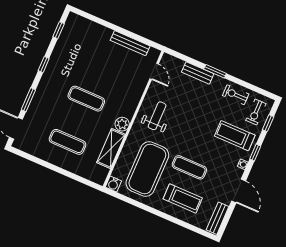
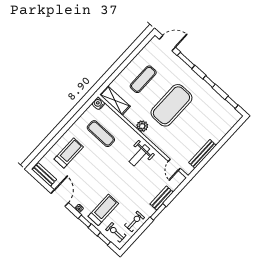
door: (154, 71) -> (174, 165), hinge flipped
exercise mat: (86, 99) -> (171, 105), width x2.00, depth x1.45
weight bench: (157, 116) -> (139, 155), turned 90
shelving: (111, 149) -> (115, 101), moved
exercise mat: (189, 167) -> (91, 166), removed
exercise mat: (147, 169) -> (101, 134), width x0.50, depth x0.69
door: (239, 191) -> (60, 198), swing flipped
treadmill: (183, 198) -> (69, 153), turned 180

